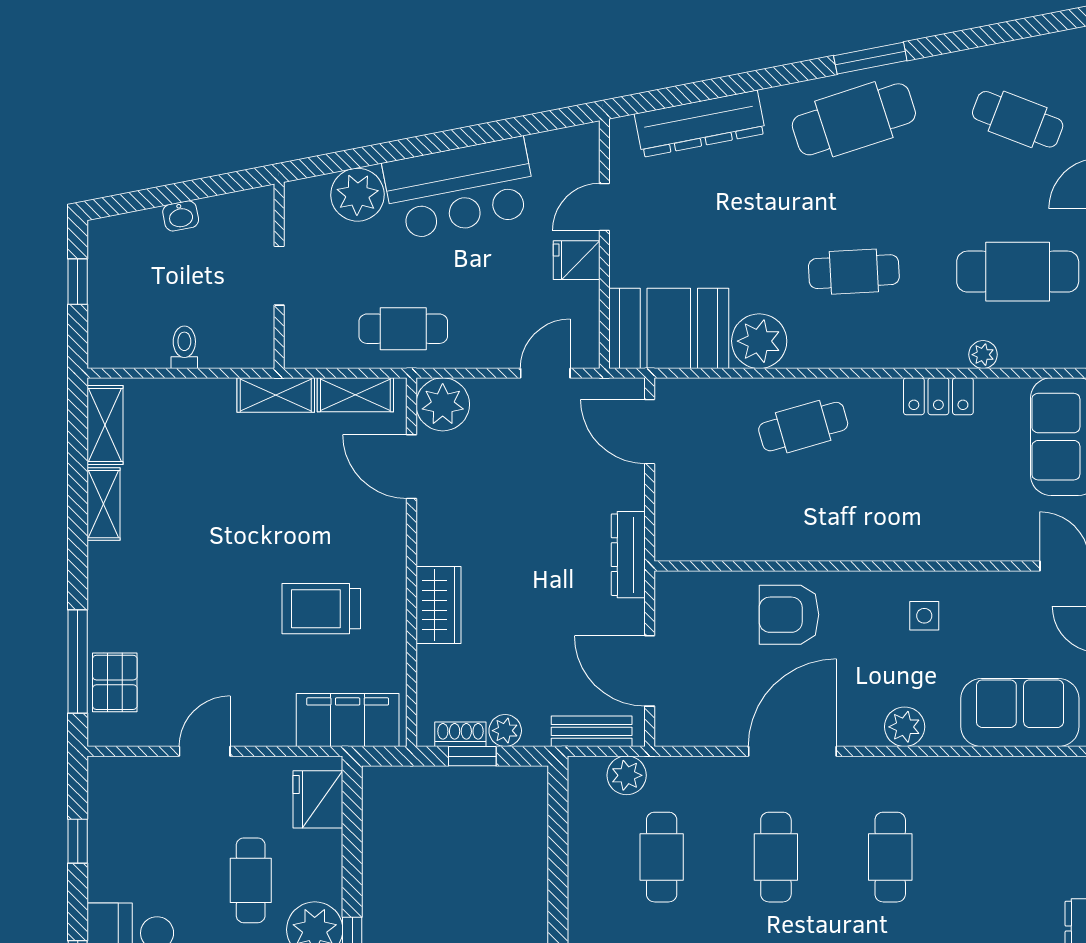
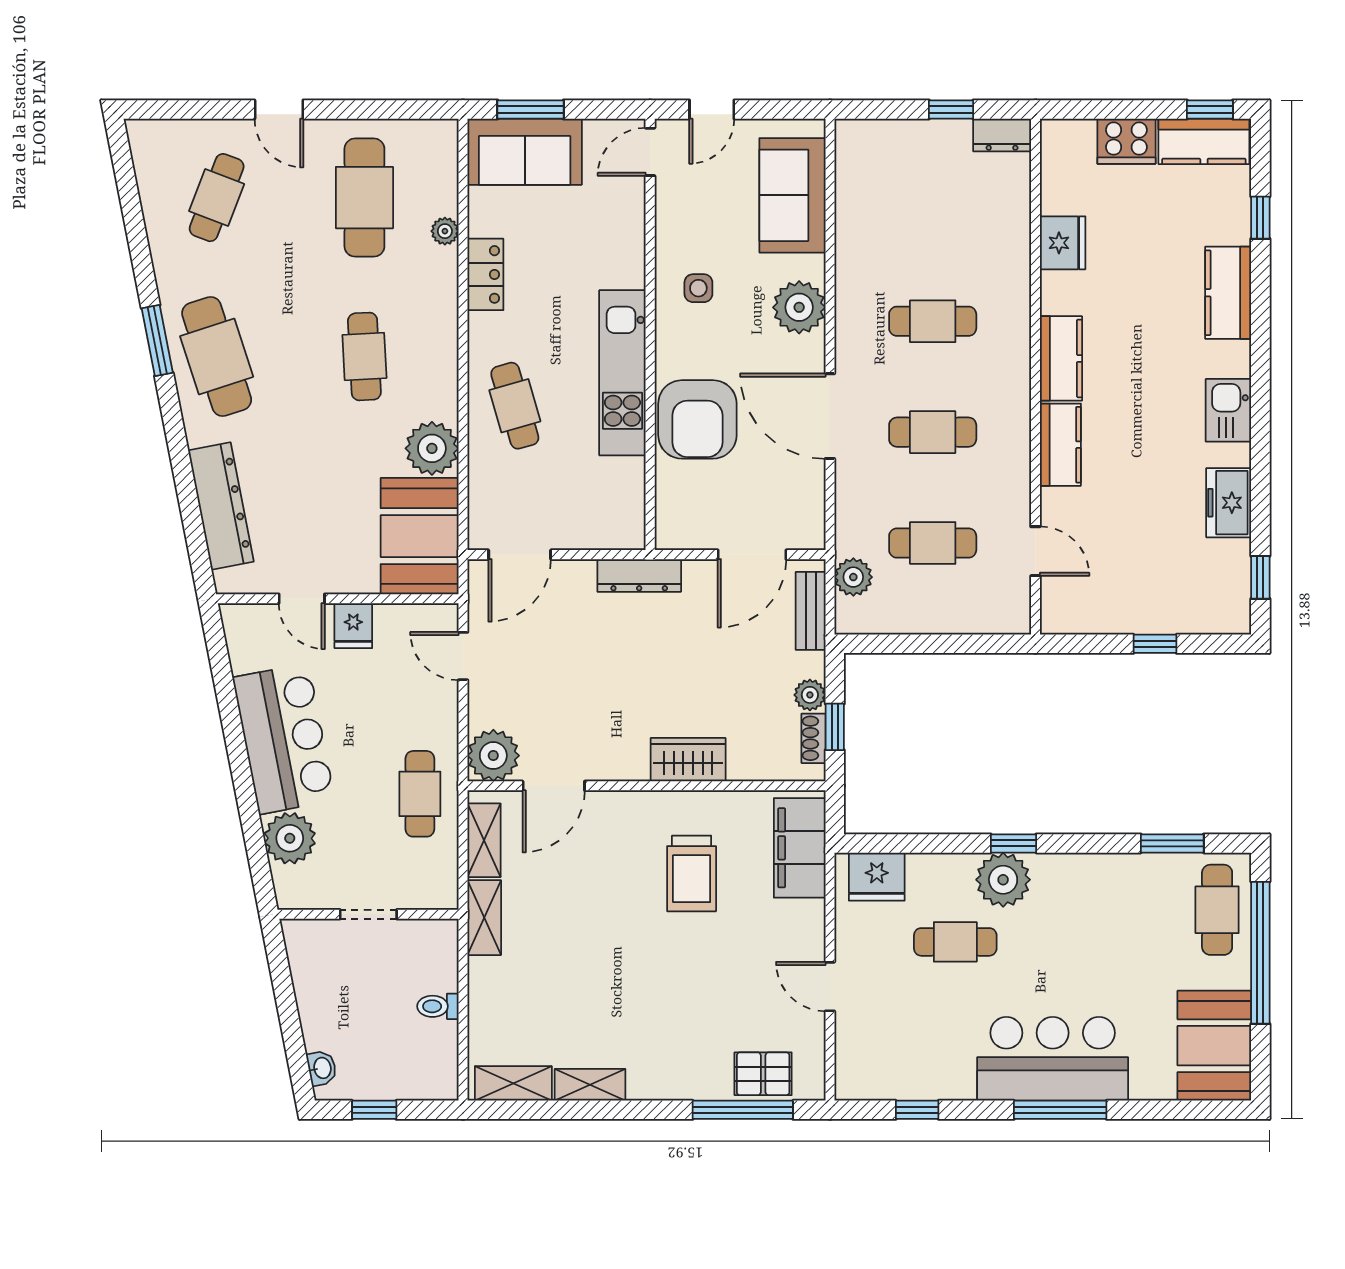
washbasin: (181, 216) -> (322, 1068), moved
kitchen unit: (837, 537) -> (622, 373), added
armchair: (789, 615) -> (697, 419), width x1.36, depth x1.36
plant: (905, 727) -> (799, 307), width x1.36, depth x1.36

